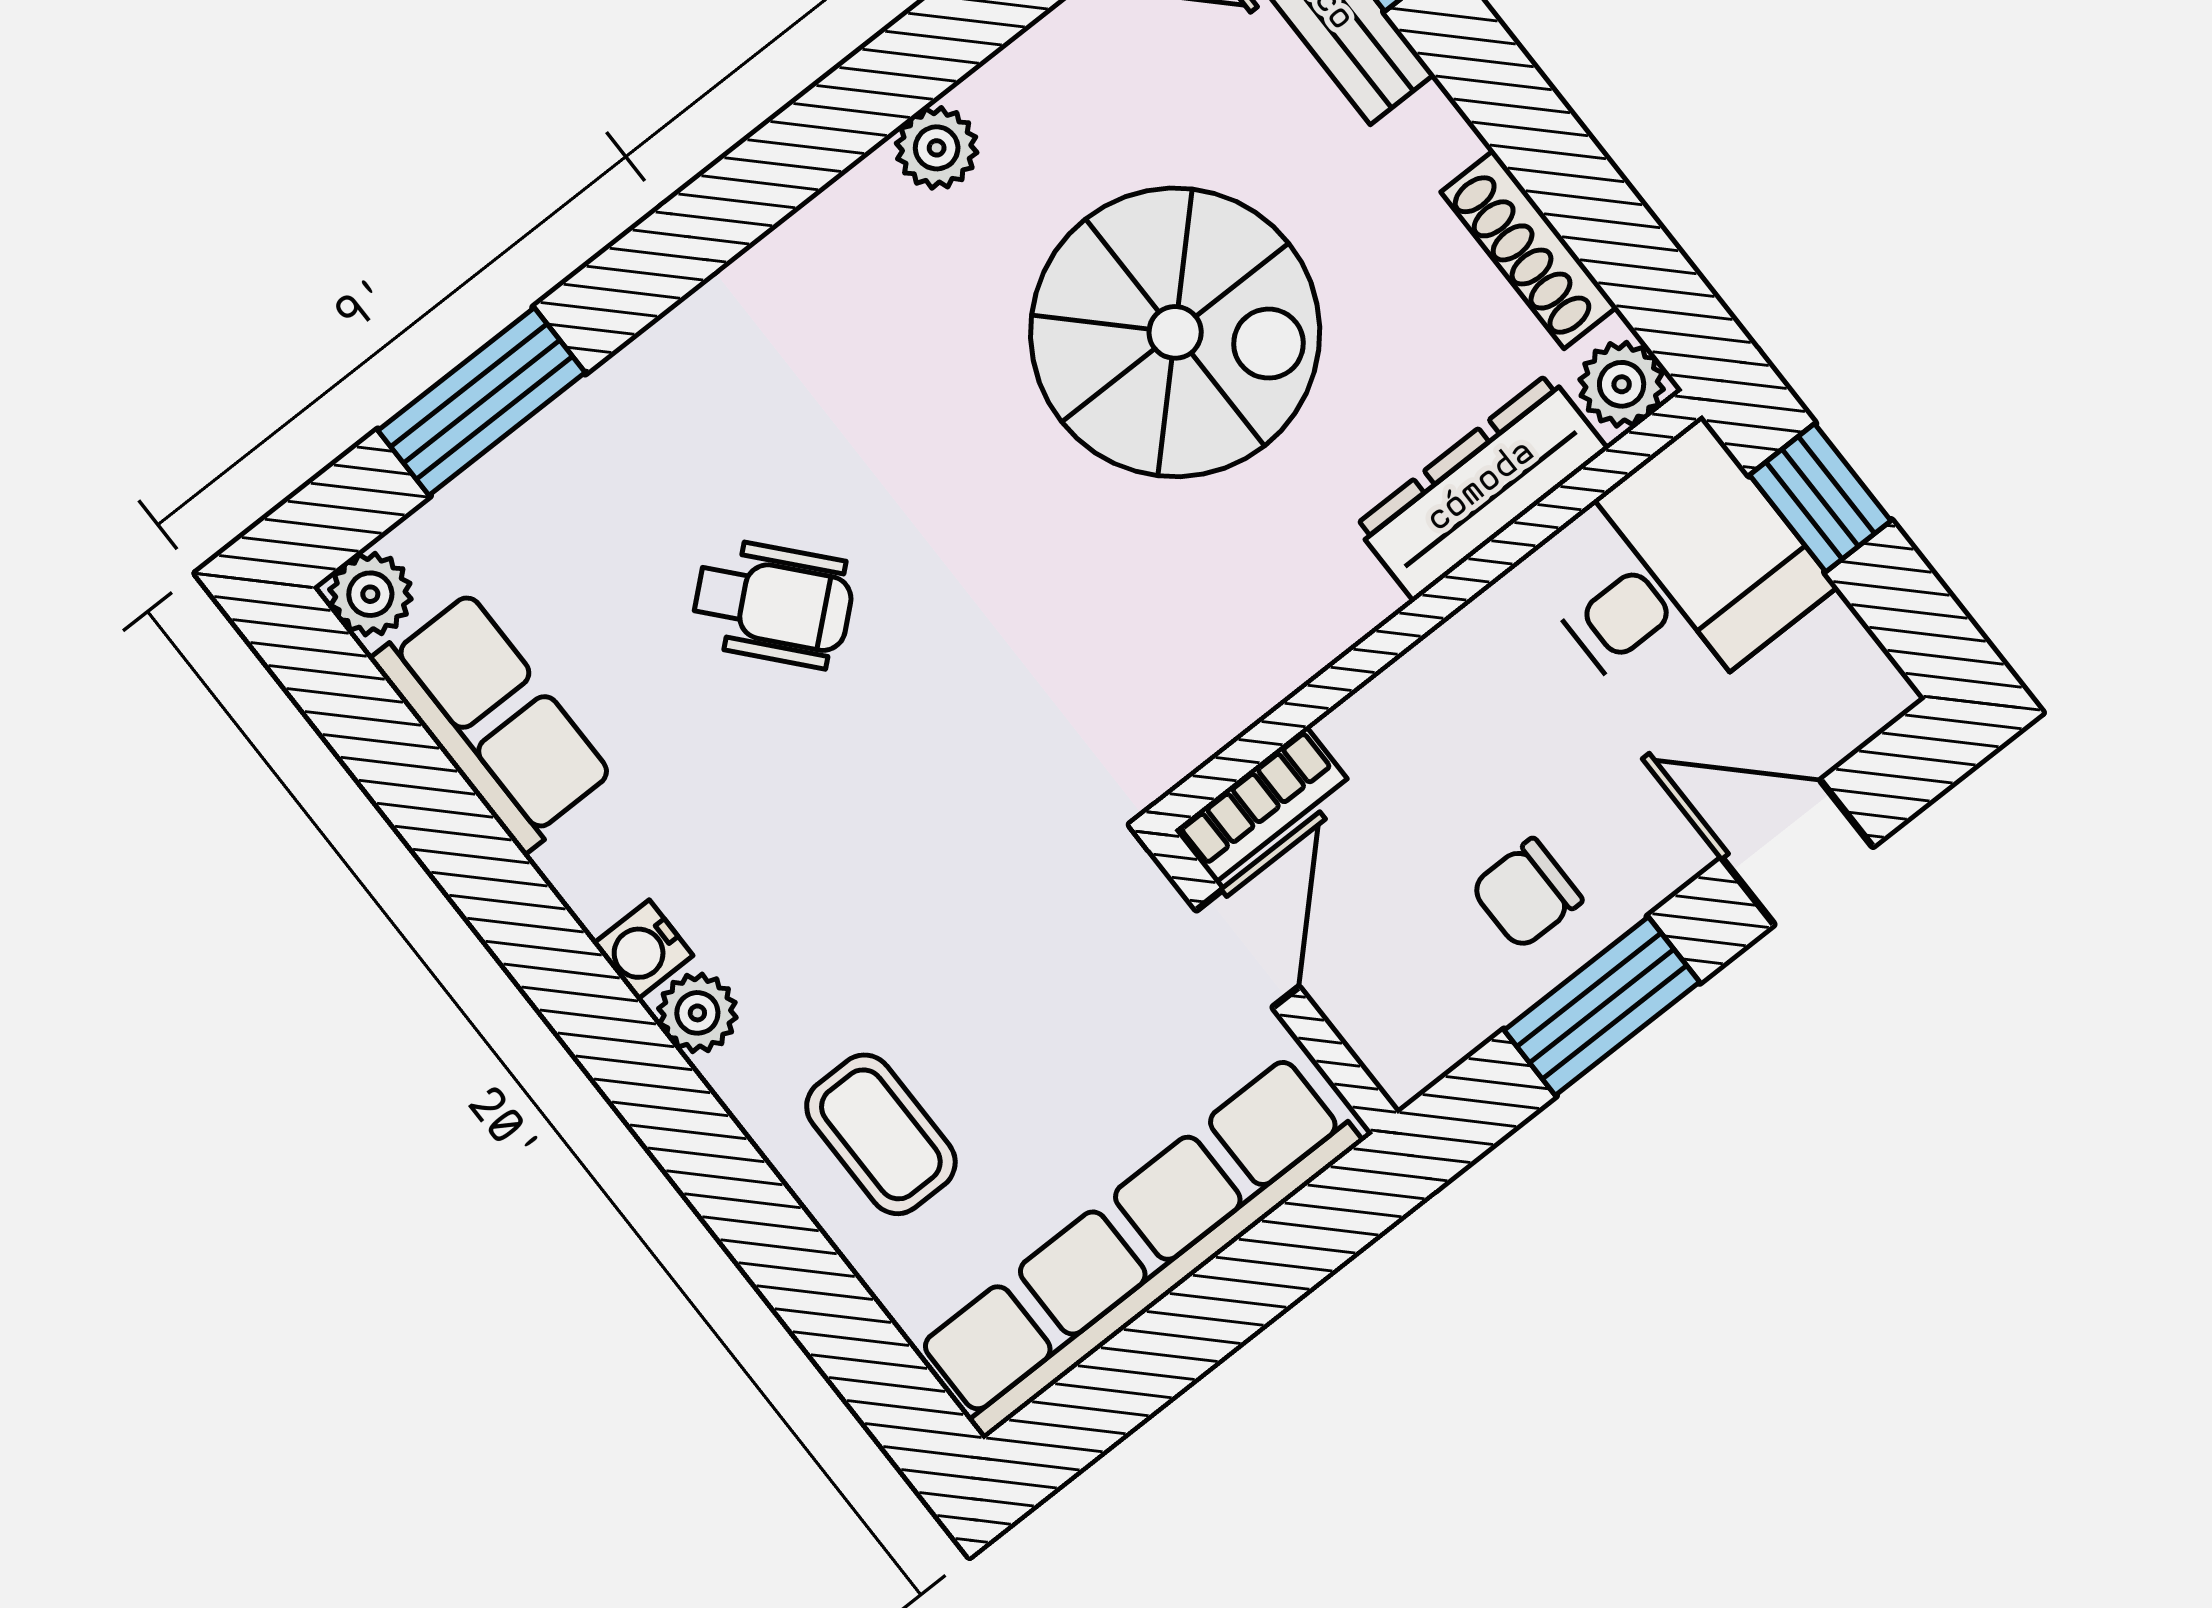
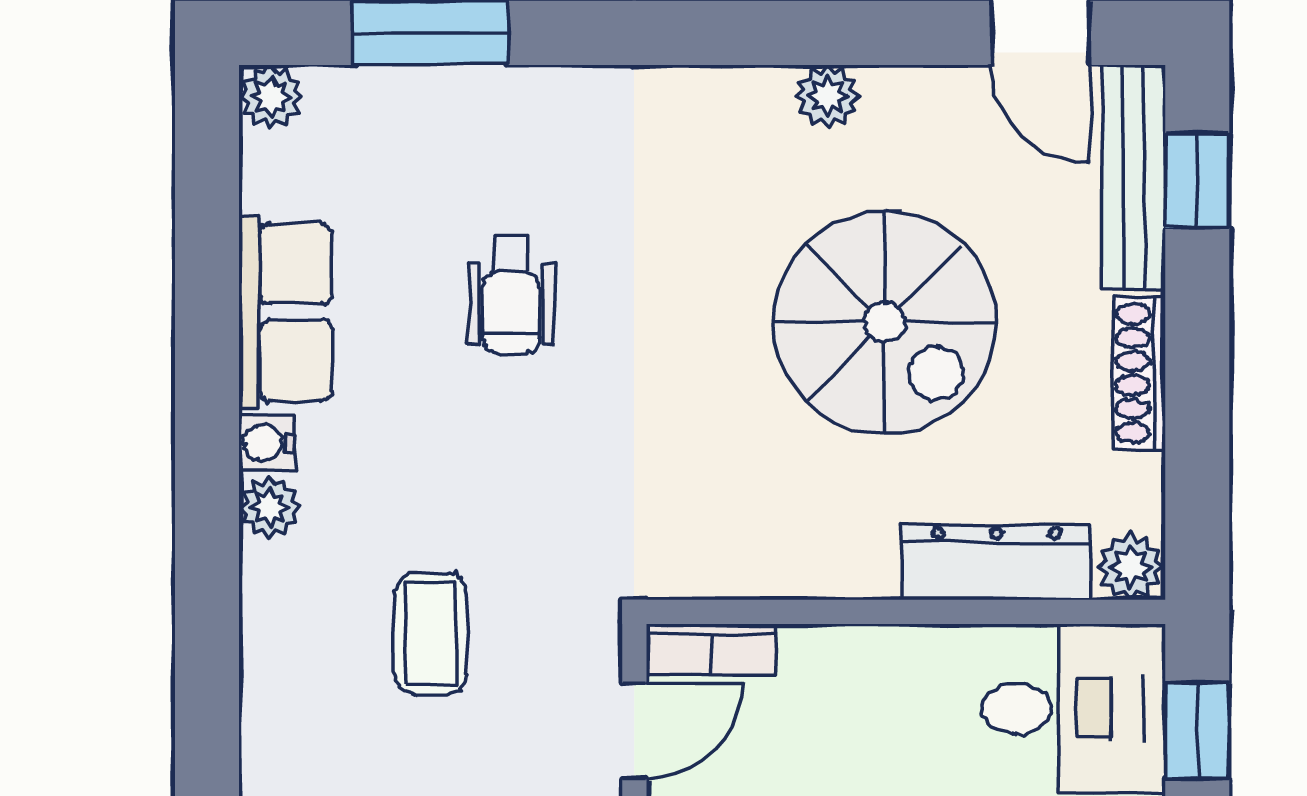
shoe rack: (1529, 249) -> (1139, 373), moved
wheelchair: (773, 603) -> (511, 295), turned 41
row of seats: (493, 720) -> (285, 312), moved
coffee table: (881, 1134) -> (431, 633), moved

